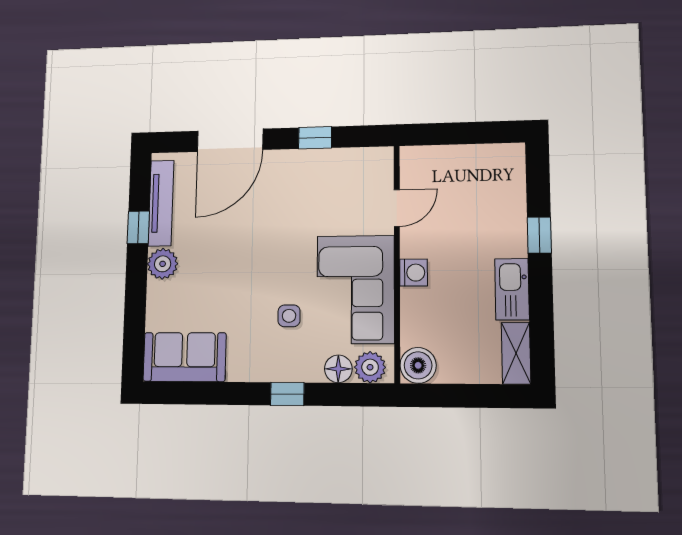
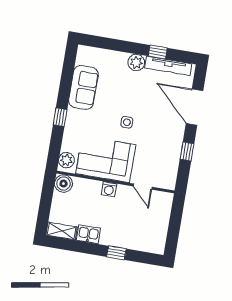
kitchen sink: (512, 289) -> (88, 234), width x0.73
side table: (289, 316) -> (127, 122), moved
sofa: (184, 357) -> (83, 87), moved
floor lamp: (338, 369) -> (68, 144), removed

